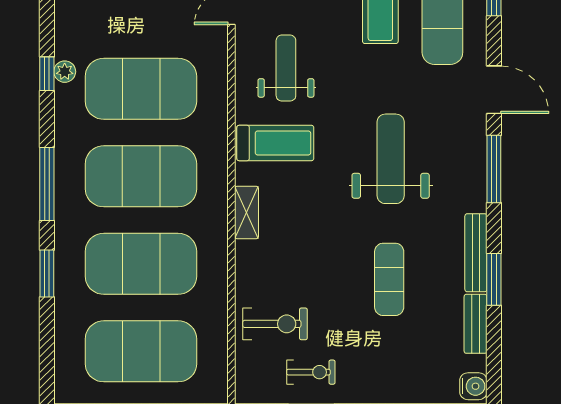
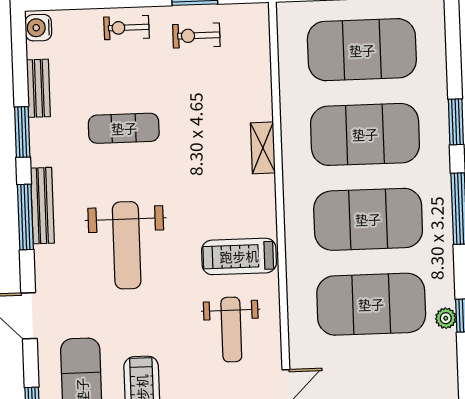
window: (494, 169) -> (25, 217), moved
shelving: (247, 212) -> (263, 148), moved
bench: (476, 253) -> (42, 206), moved
exercise mat: (389, 279) -> (124, 128), turned 90
exercise bike: (275, 324) -> (127, 28), moved, width x0.73, depth x0.72

